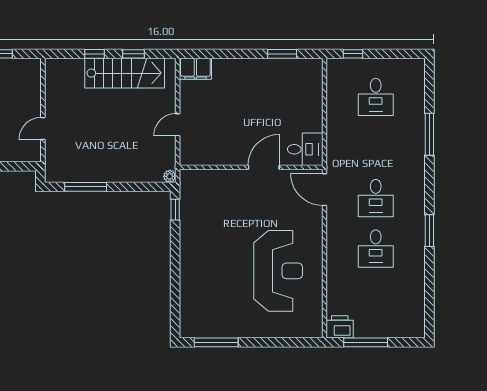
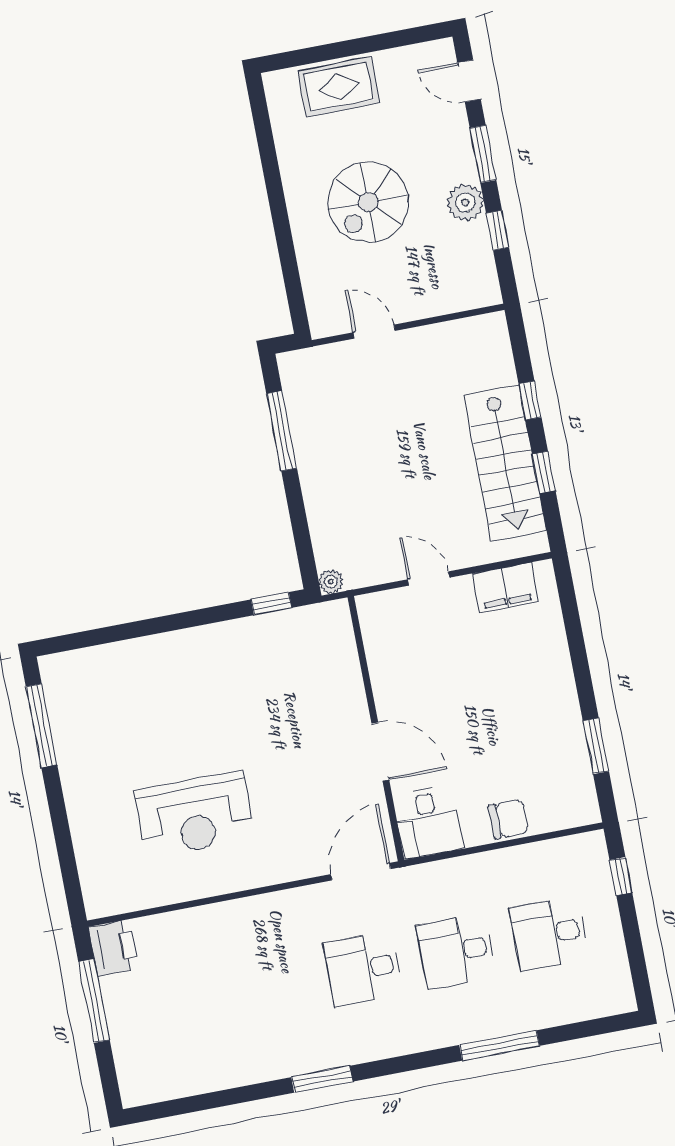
filing cabinet: (195, 69) -> (505, 588), moved, turned -90
chair: (312, 107) -> (508, 819), added
desk: (376, 249) -> (456, 951), moved
reception desk: (278, 271) -> (195, 815), width x0.74, depth x0.77

